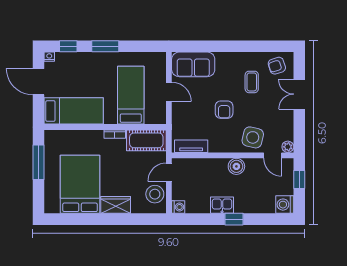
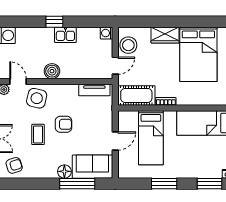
window: (68, 46) -> (209, 184), width x1.50
window: (105, 46) -> (164, 184), moved
window: (209, 46) -> (77, 184), added
floor lamp: (223, 59) -> (64, 171), added
coffee table: (252, 82) -> (38, 134), moved
door: (169, 92) -> (115, 141), swing flipped
armchair: (224, 110) -> (63, 124), turned 90

